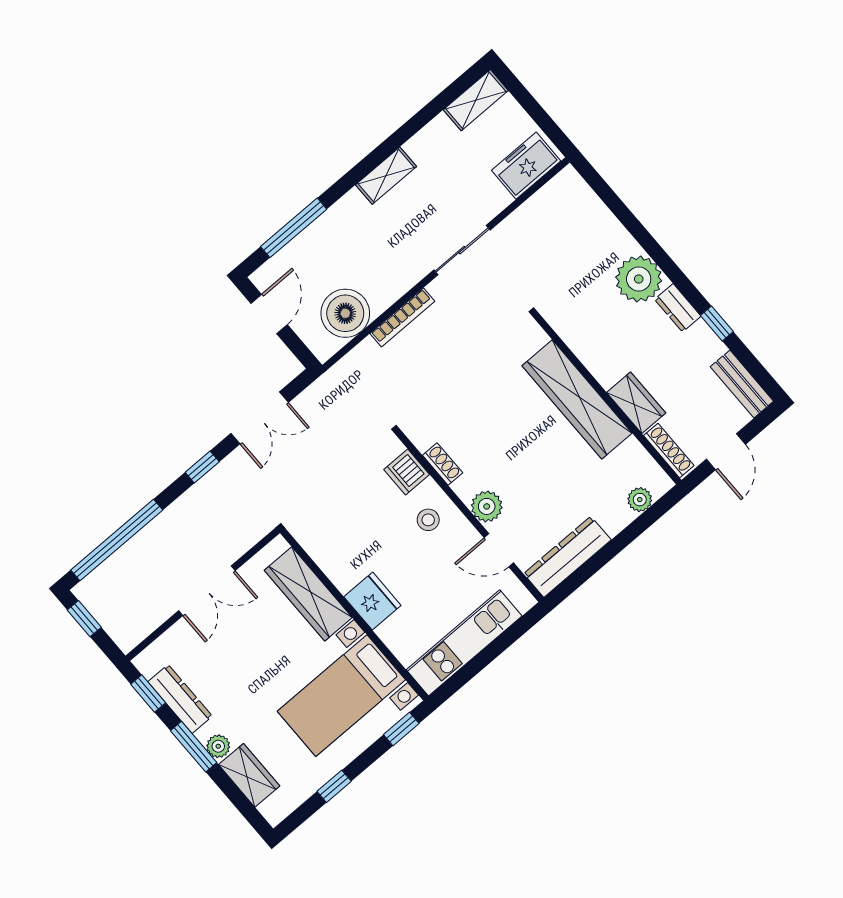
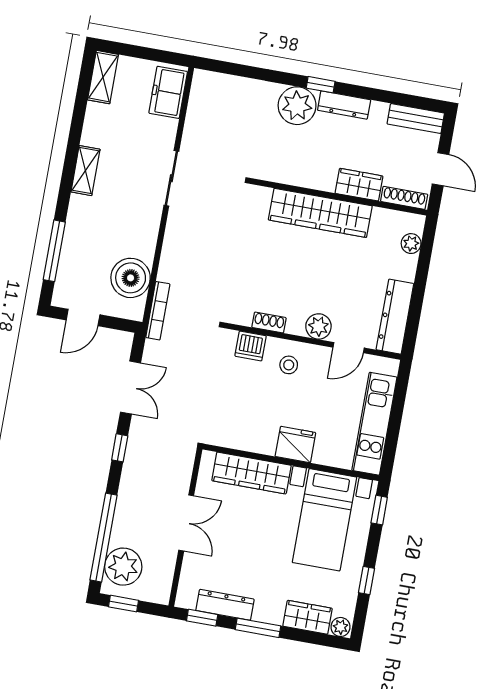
dresser: (678, 308) -> (344, 105), width x1.44
door: (269, 314) -> (83, 317), swing flipped
bookcase: (402, 317) -> (158, 311), moved
window: (717, 323) -> (321, 85), moved
plant: (113, 583) -> (123, 567), added
plant: (218, 746) -> (341, 627), moved

